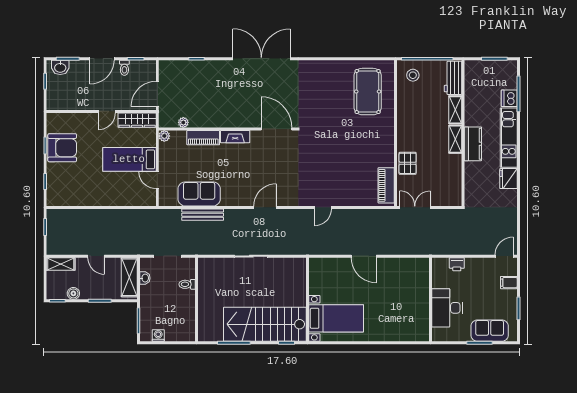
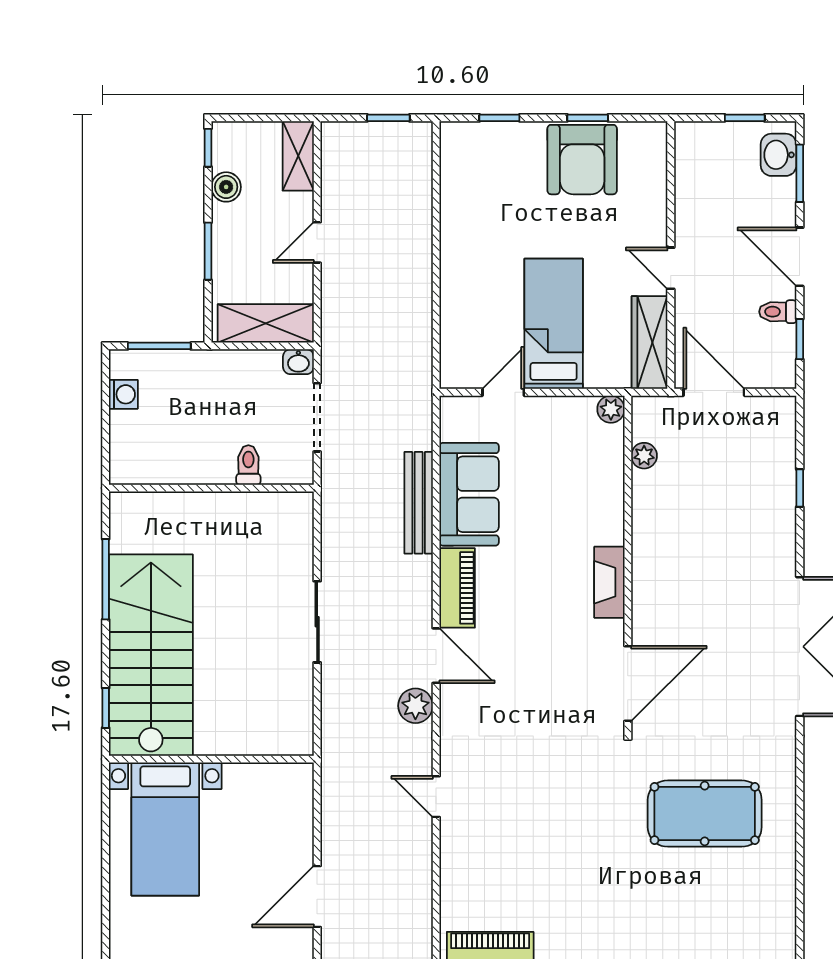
pool table: (368, 92) -> (705, 814), moved
piano: (203, 138) -> (457, 588), moved, turned 180
plant: (286, 216) -> (415, 706), added
washbasin: (145, 278) -> (298, 362), moved

